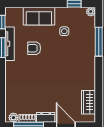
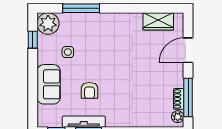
plant: (91, 12) -> (48, 24), width x1.88, depth x1.88
dresser: (46, 117) -> (177, 76), removed

